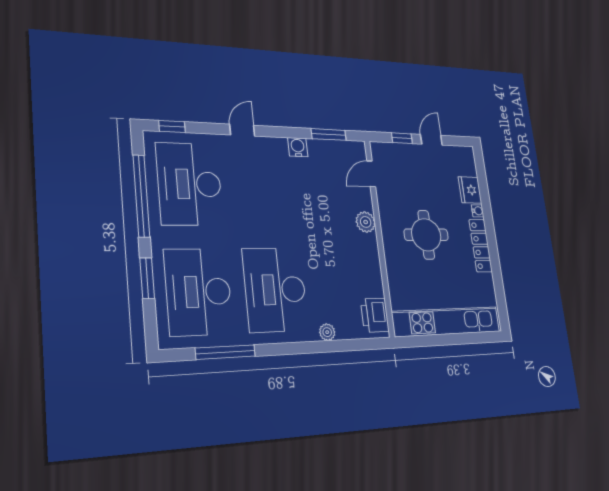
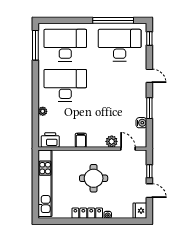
window: (329, 134) -> (149, 108), moved
water cooler: (298, 147) -> (141, 123), moved
fridge: (470, 190) -> (140, 211), moved, turned -90
plant: (366, 222) -> (112, 141), moved
filing cabinet: (368, 258) -> (81, 140), added
window: (147, 278) -> (72, 20), removed
window: (225, 352) -> (35, 45), moved

